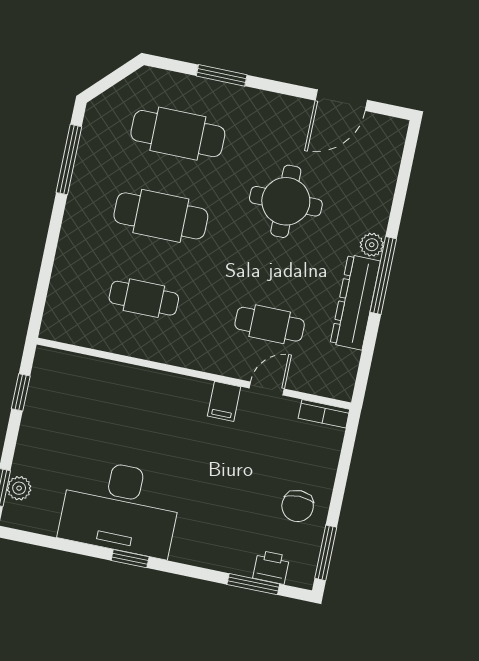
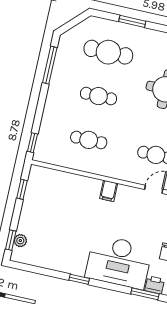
cafe table: (161, 216) -> (99, 96), width x0.73, depth x0.74
window: (39, 305) -> (32, 143), added
filing cabinet: (224, 401) -> (109, 191), moved
desk: (120, 508) -> (119, 262), moved

